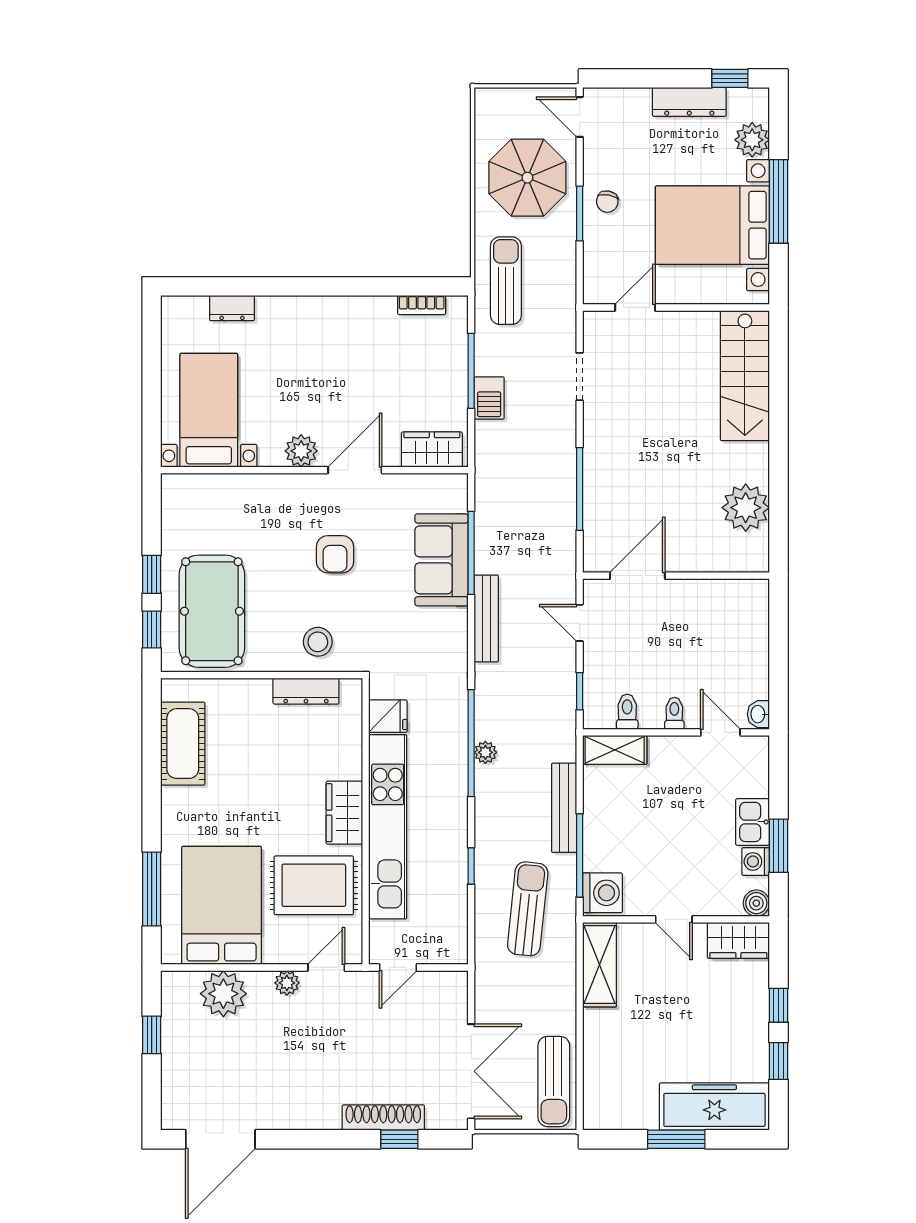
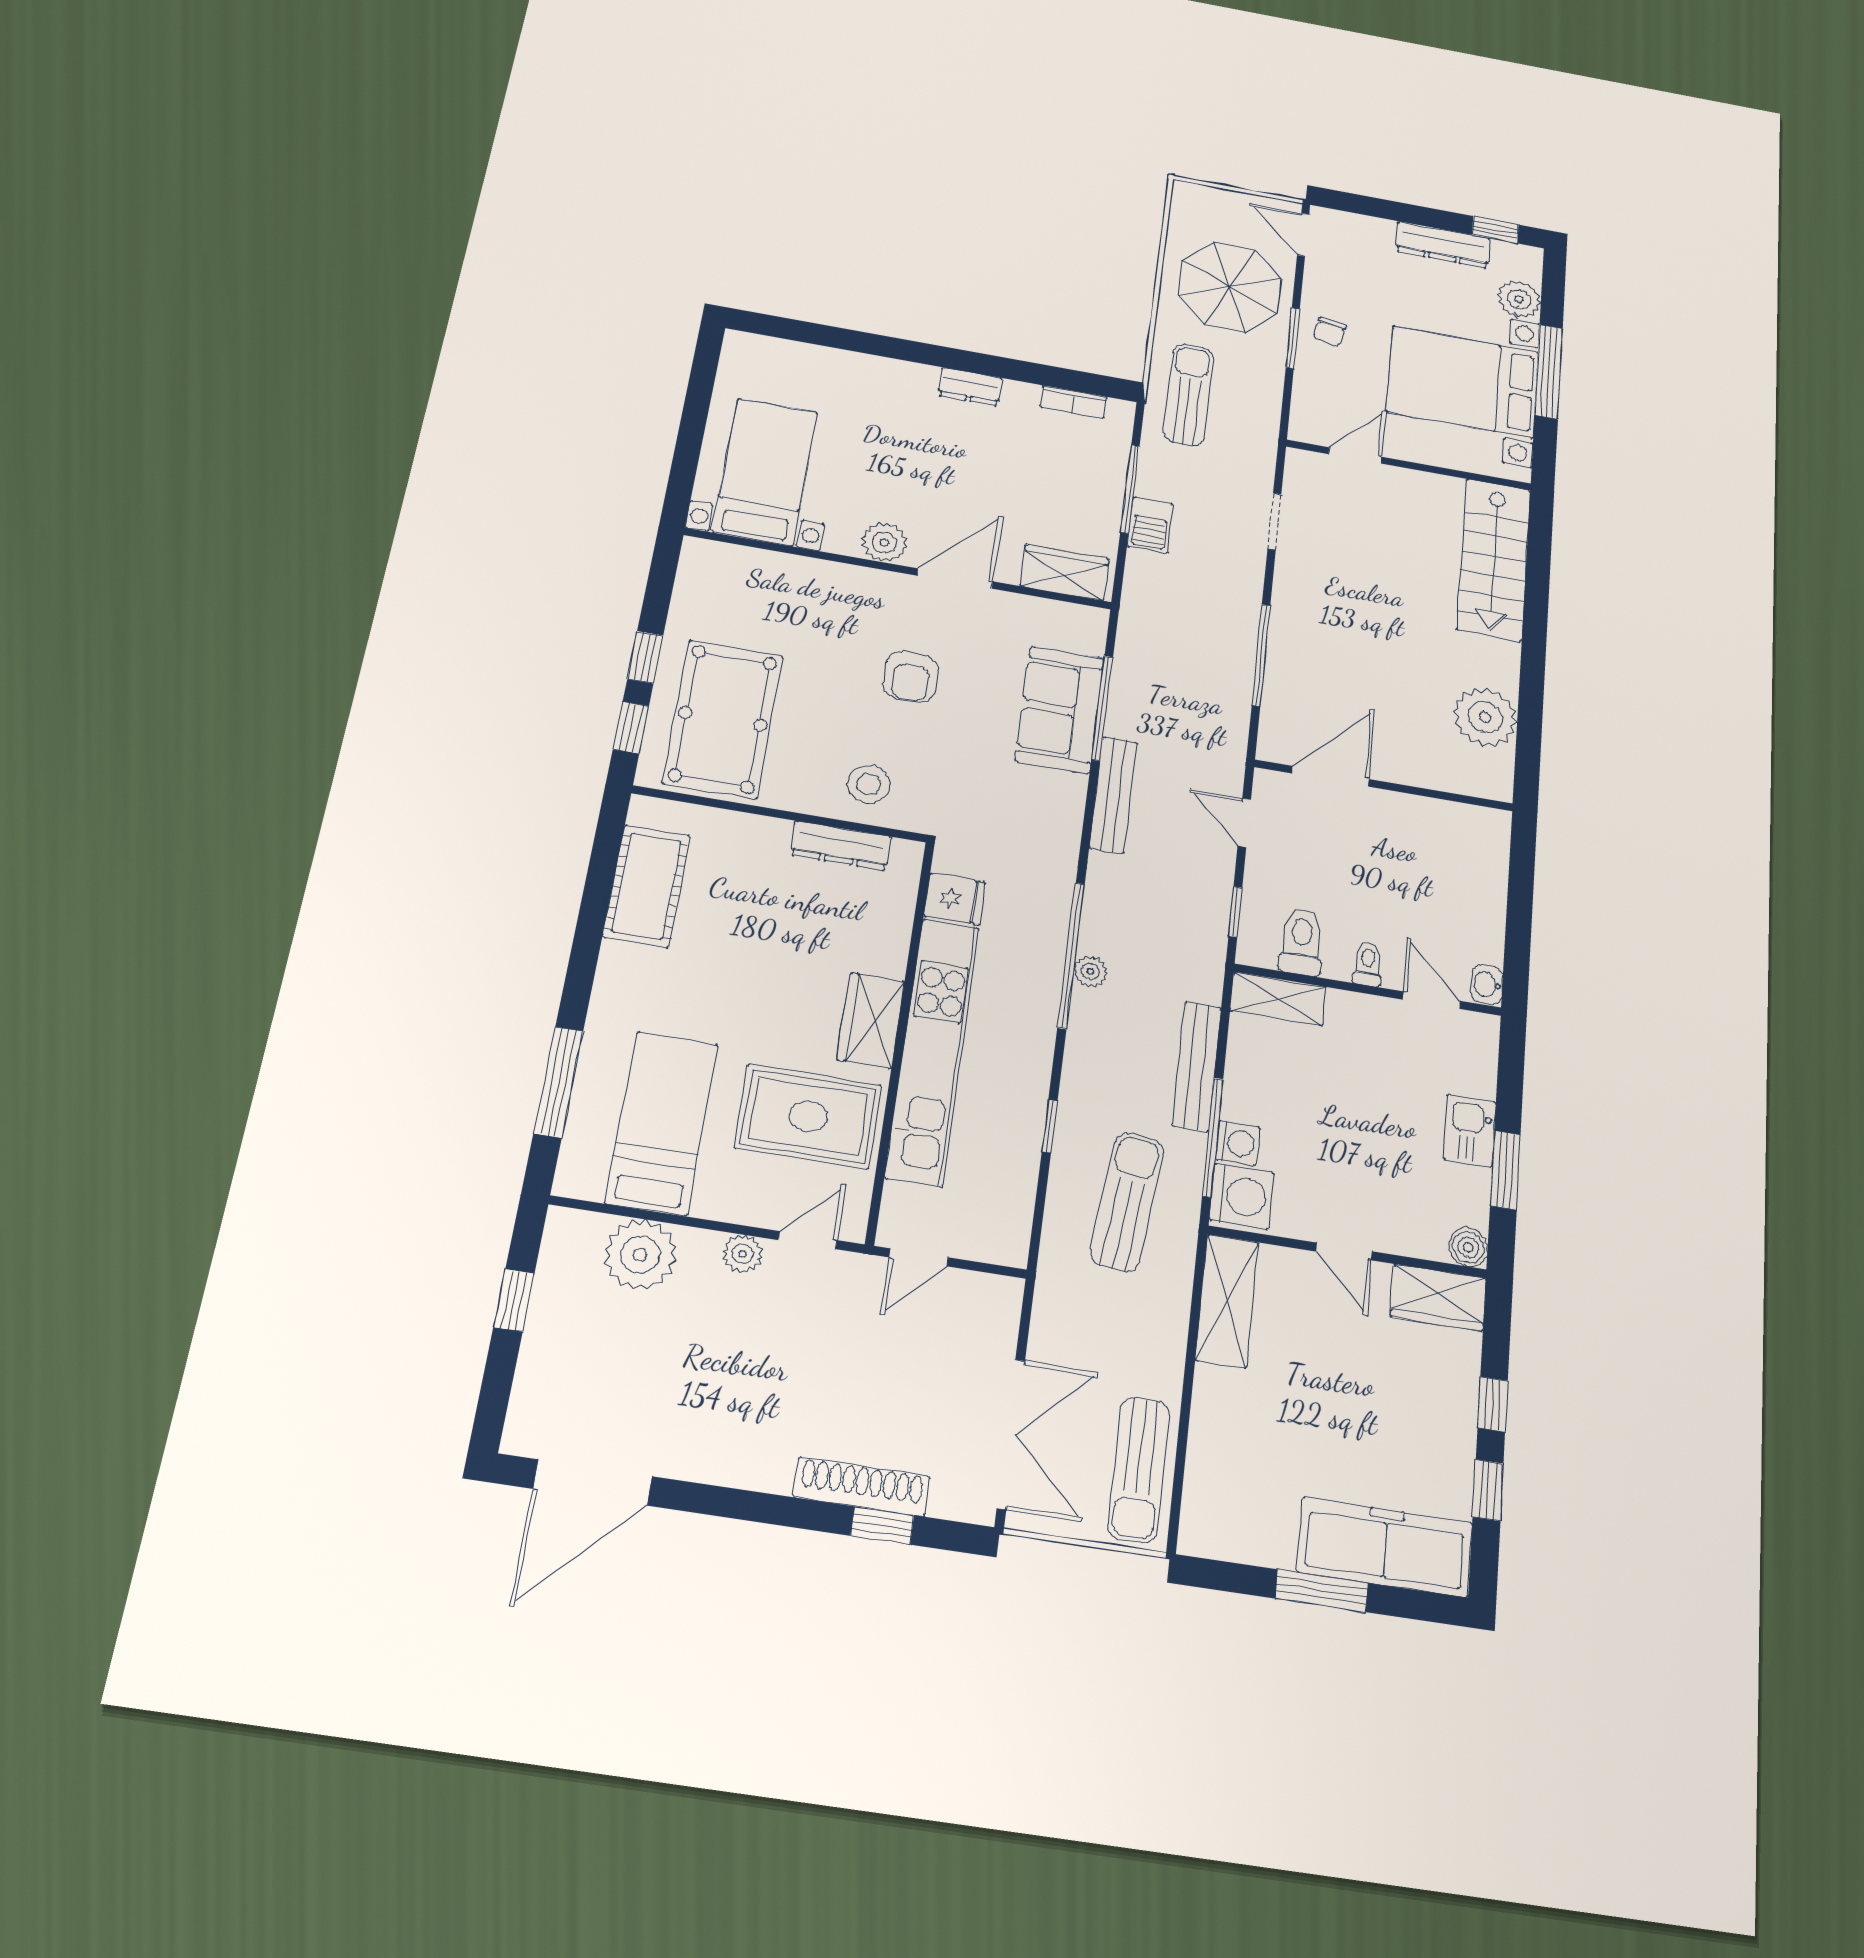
dresser: (232, 308) -> (970, 387), moved
toilet: (627, 712) -> (1301, 941), width x1.37, depth x1.39
washing machine: (756, 861) -> (1237, 1143), moved, turned 180
bed: (222, 905) -> (662, 1123), width x0.67

